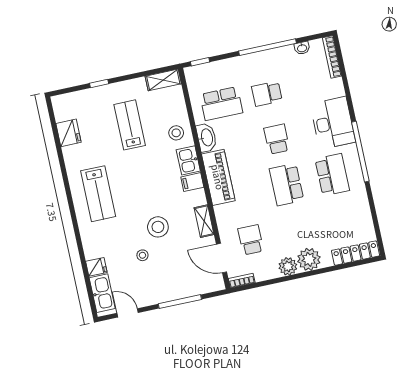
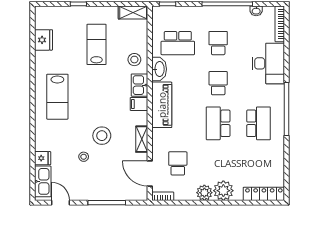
school desk: (267, 94) -> (218, 43), turned 90
desk: (333, 123) -> (268, 63), moved

